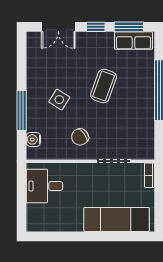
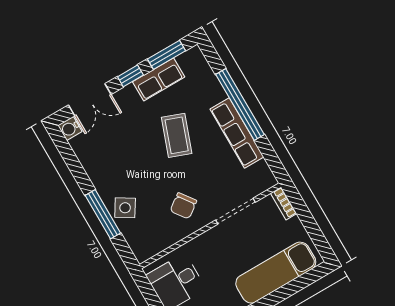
row of seats: (133, 41) -> (159, 79), moved
side table: (59, 100) -> (125, 208), moved
row of seats: (146, 108) -> (237, 133), added
water cooler: (33, 139) -> (70, 128), moved

